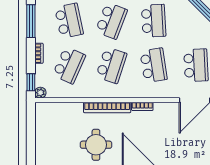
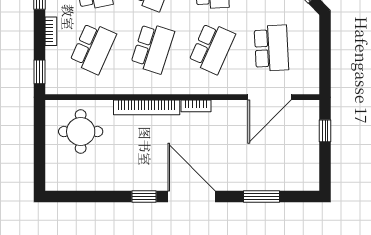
school desk: (154, 65) -> (212, 48), turned 33
plant: (40, 93) -> (53, 87), removed
round table: (96, 145) -> (81, 132), moved

